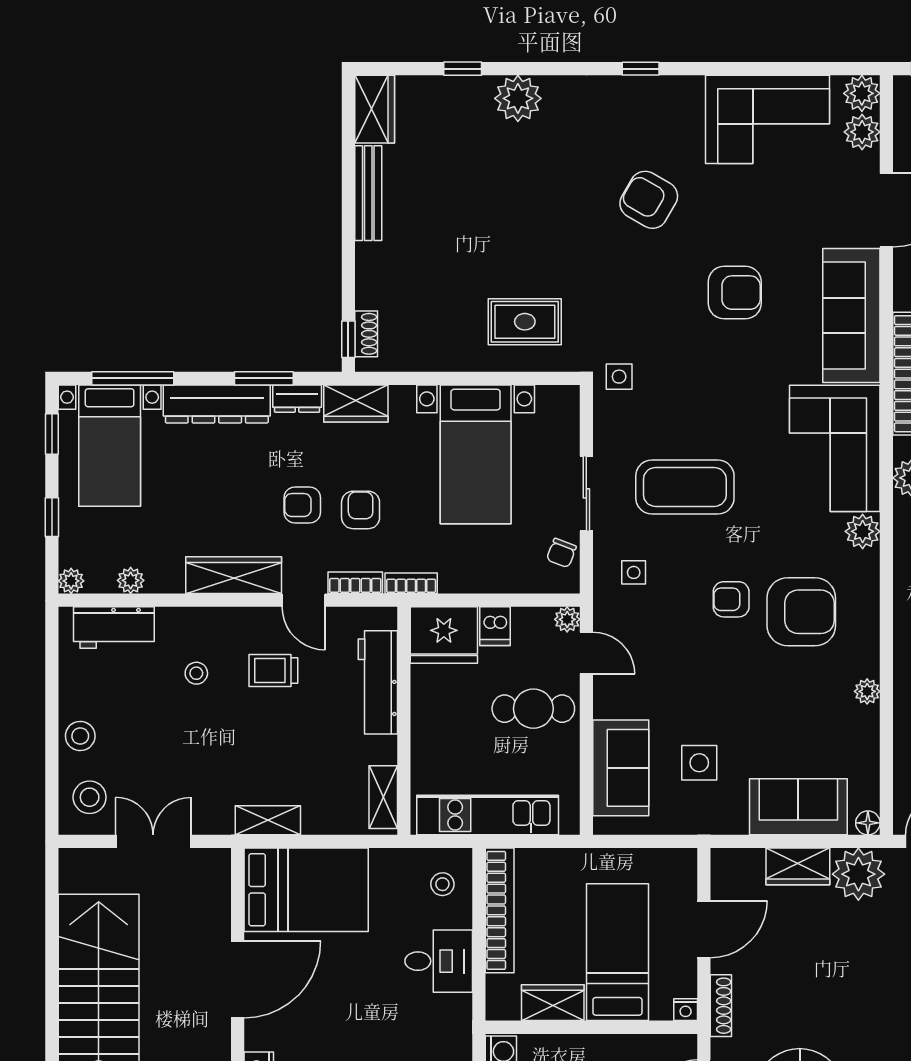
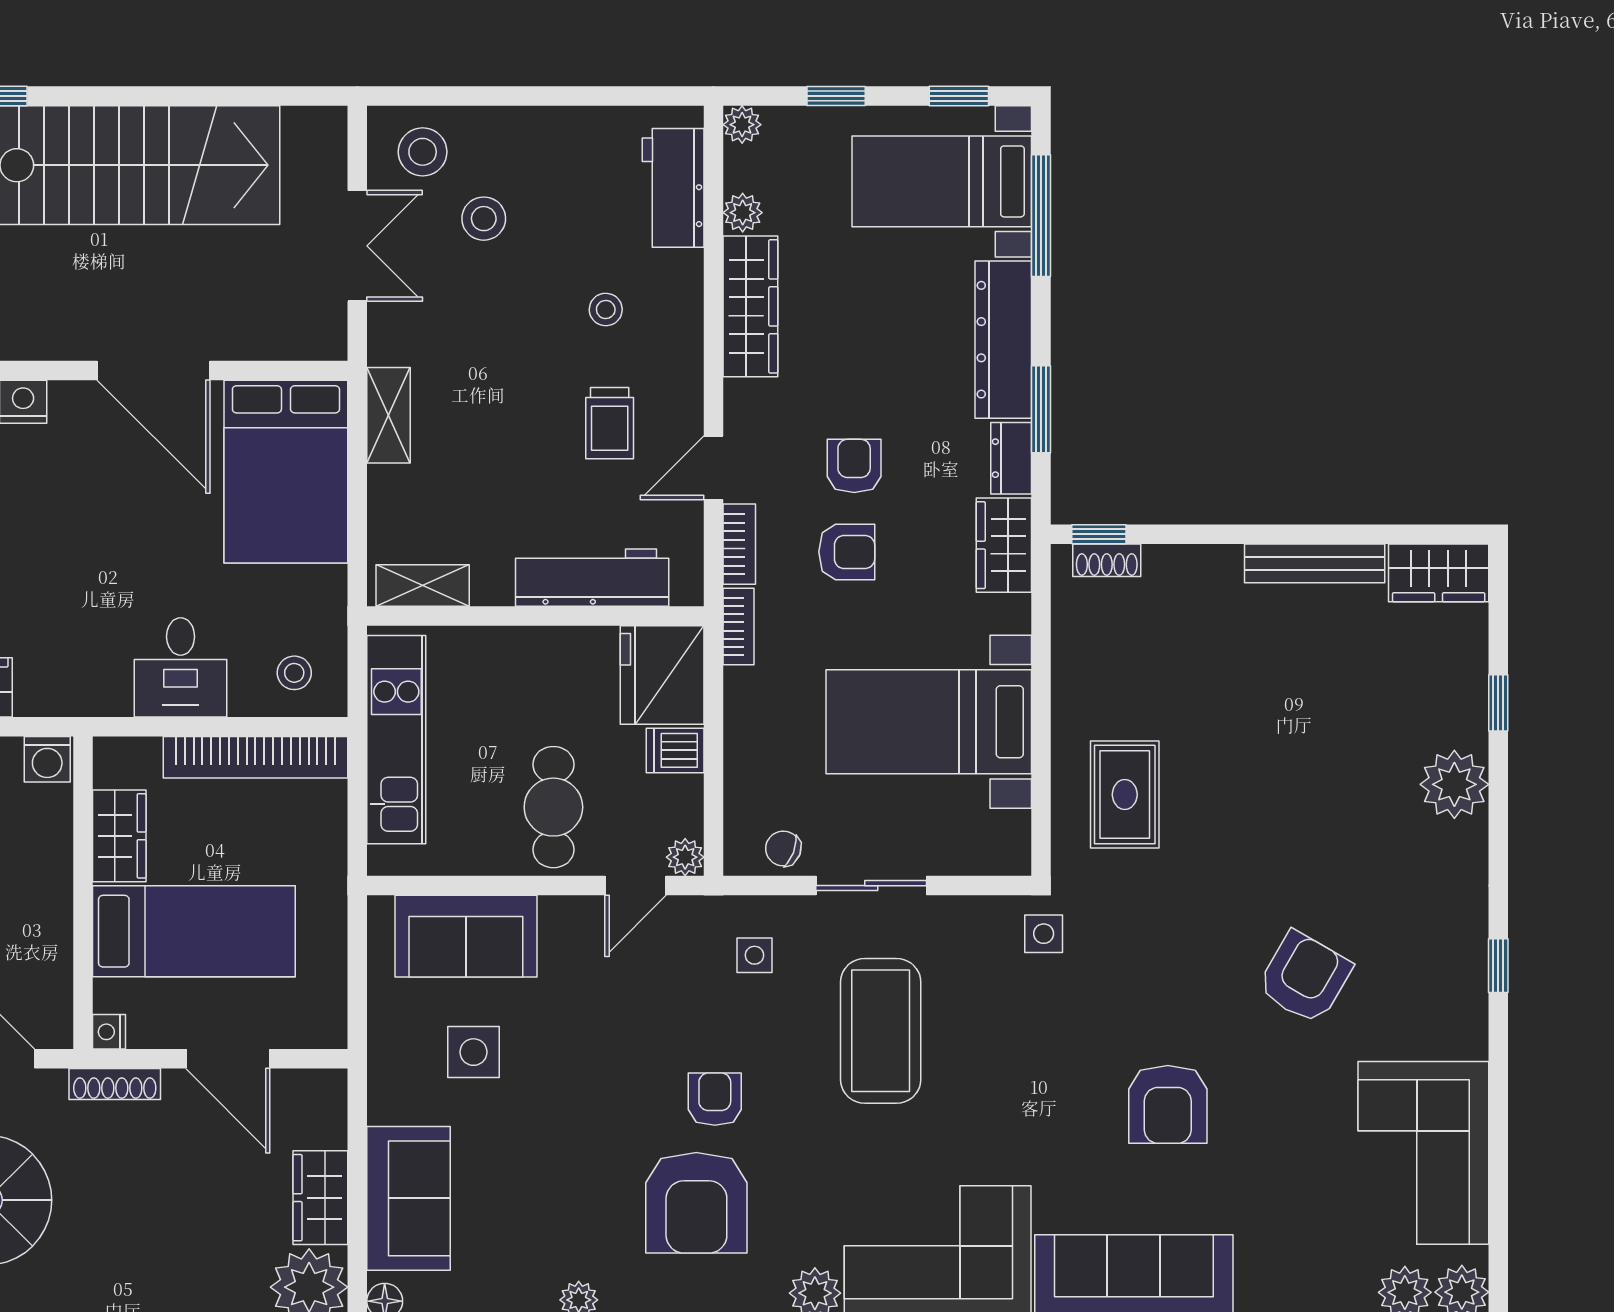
wardrobe: (234, 575) -> (750, 306), moved
trolley: (273, 671) -> (610, 423), turned 180
stool: (80, 736) -> (484, 219), moved

